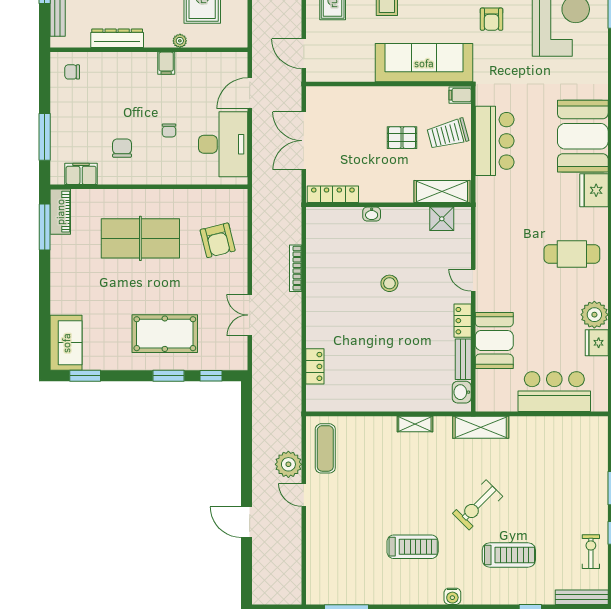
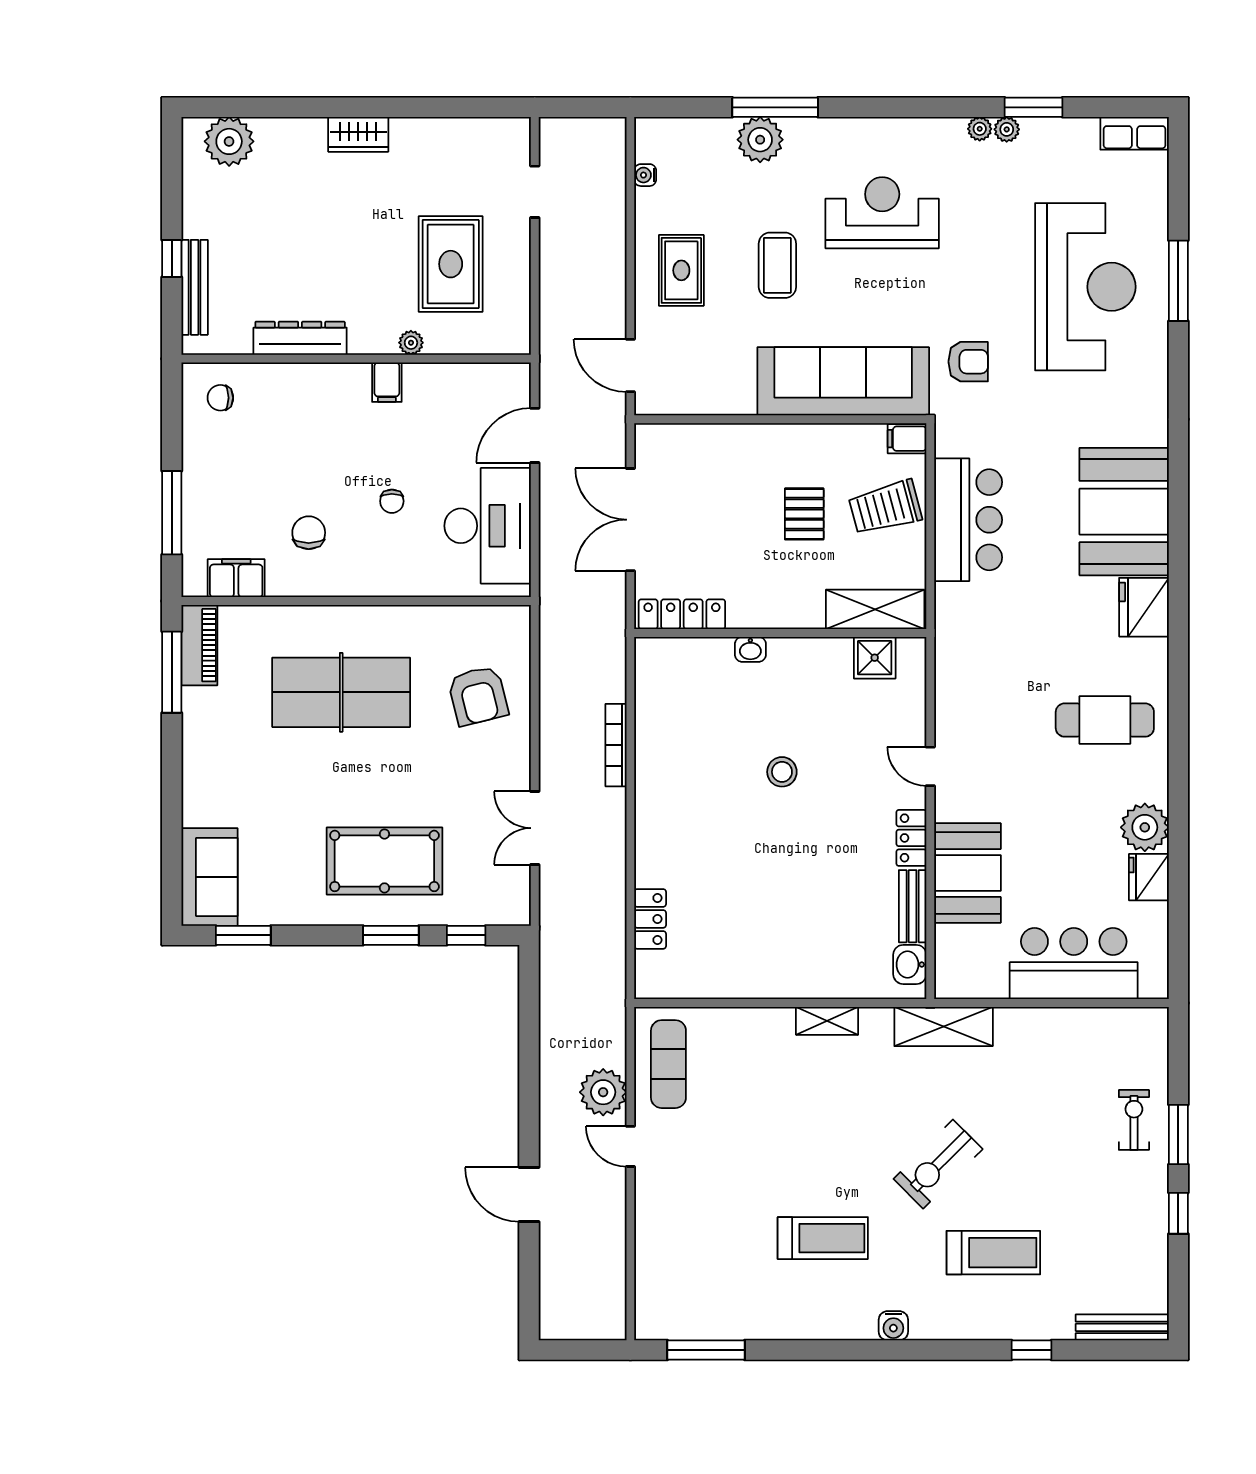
armchair: (492, 19) -> (968, 362), moved, turned -90
pallet: (402, 138) -> (804, 514), turned 90
exercise bike: (591, 552) -> (1134, 1120), moved

